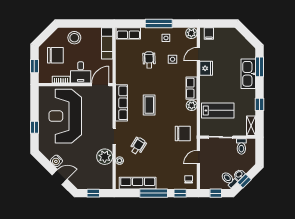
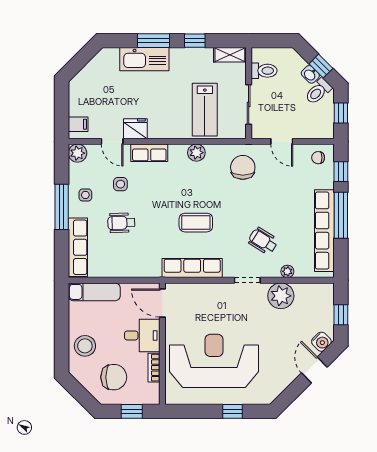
row of seats: (128, 33) -> (78, 247), width x1.48
chair: (55, 55) -> (114, 377), turned 90
window: (260, 67) -> (154, 41), moved
row of seats: (192, 88) -> (149, 153), moved
lab bench: (218, 110) -> (205, 110), turned 180
reception desk: (65, 116) -> (214, 361), turned 180
water cooler: (56, 161) -> (321, 342), moved
row of seats: (138, 183) -> (324, 231), width x1.36

